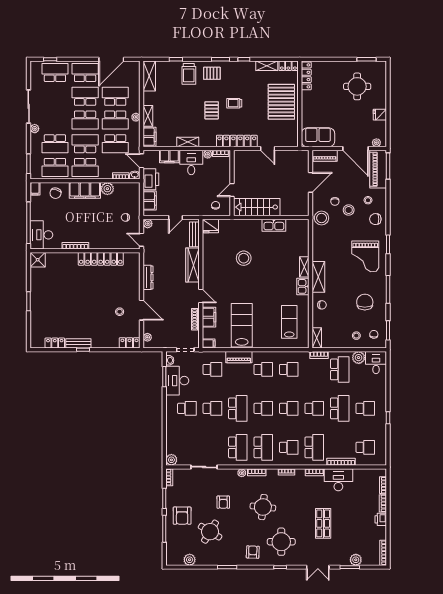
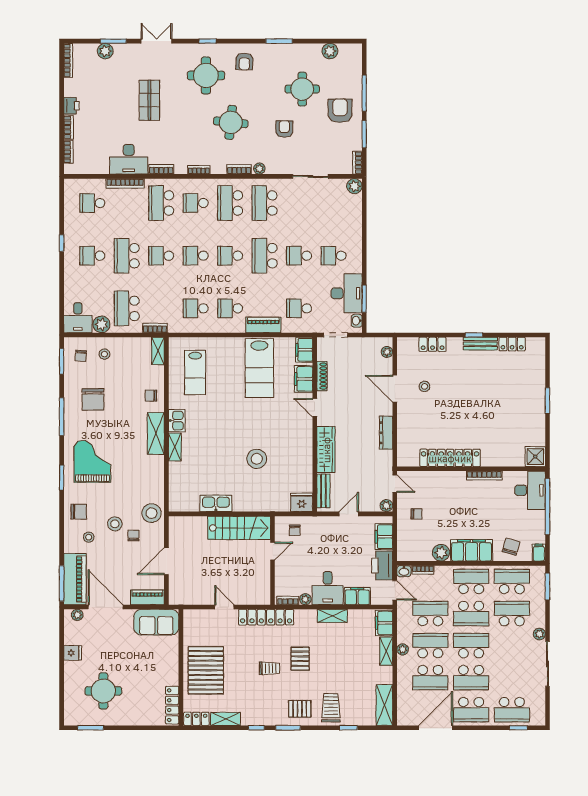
locker: (129, 343) -> (433, 344), moved
filing cabinet: (209, 343) -> (304, 350), width x2.00
round table: (210, 532) -> (302, 89), turned -31

